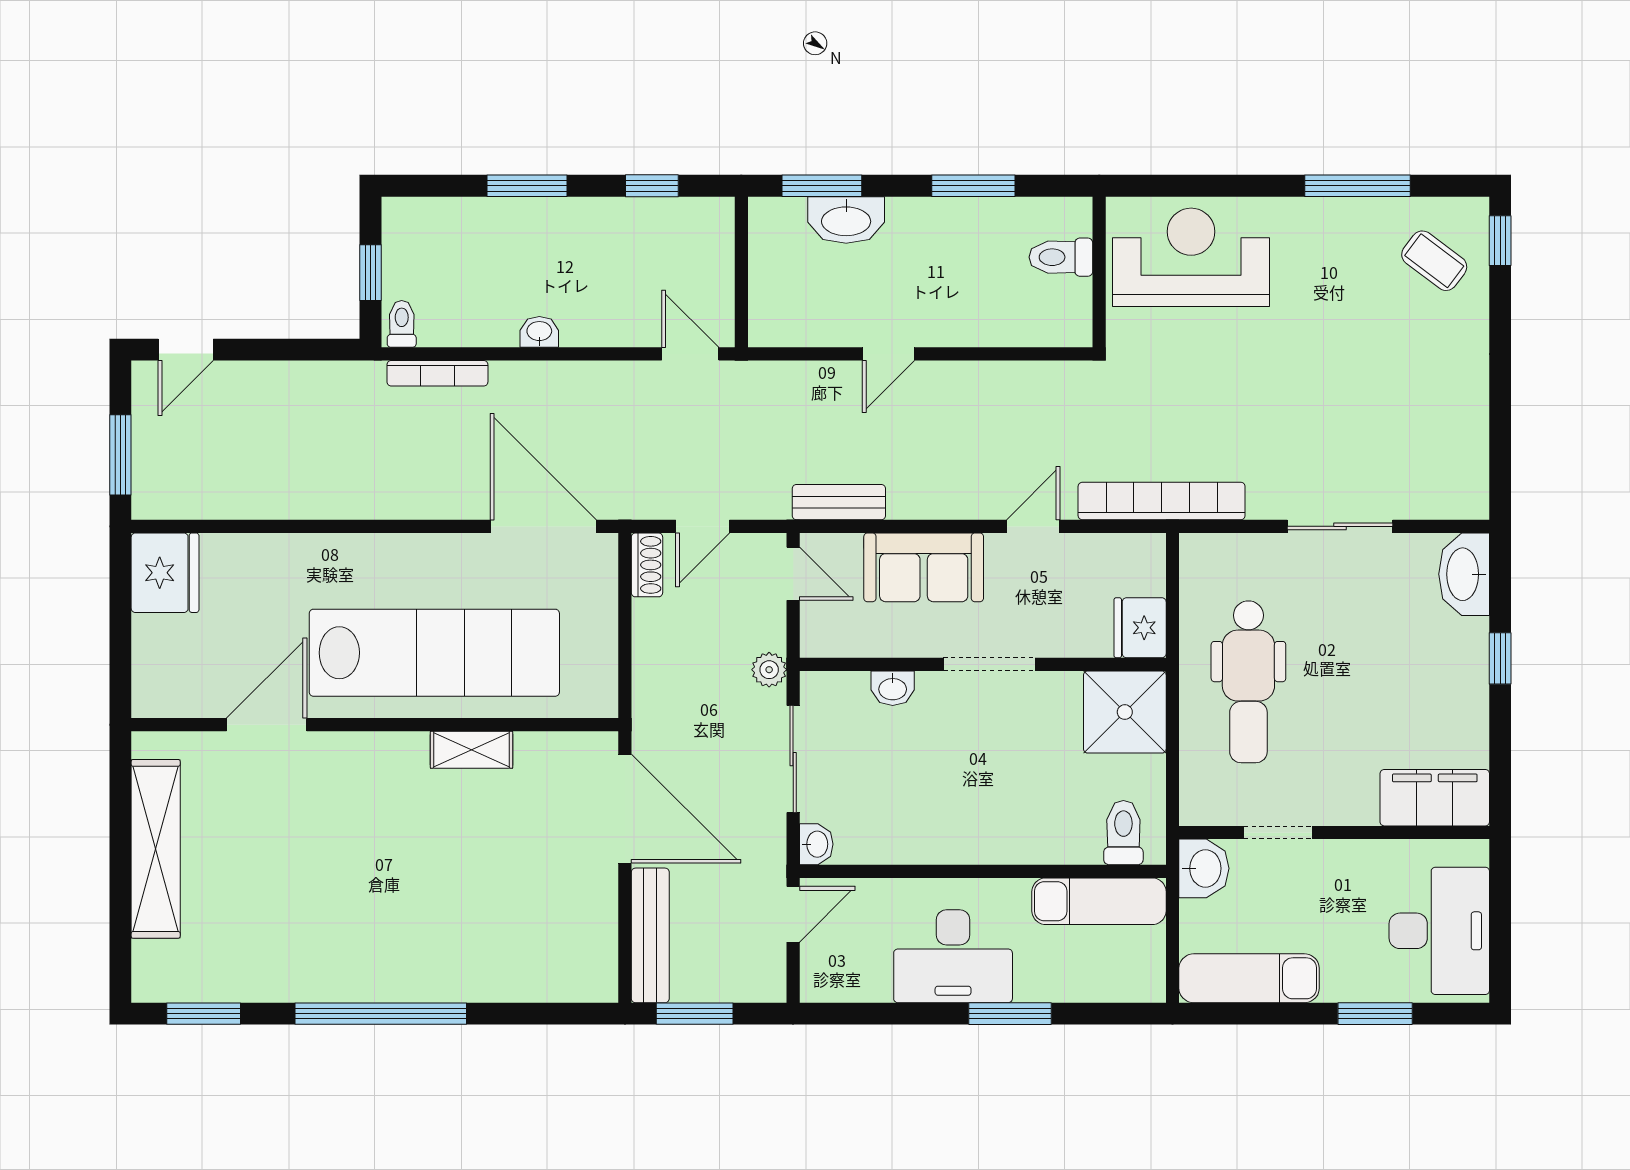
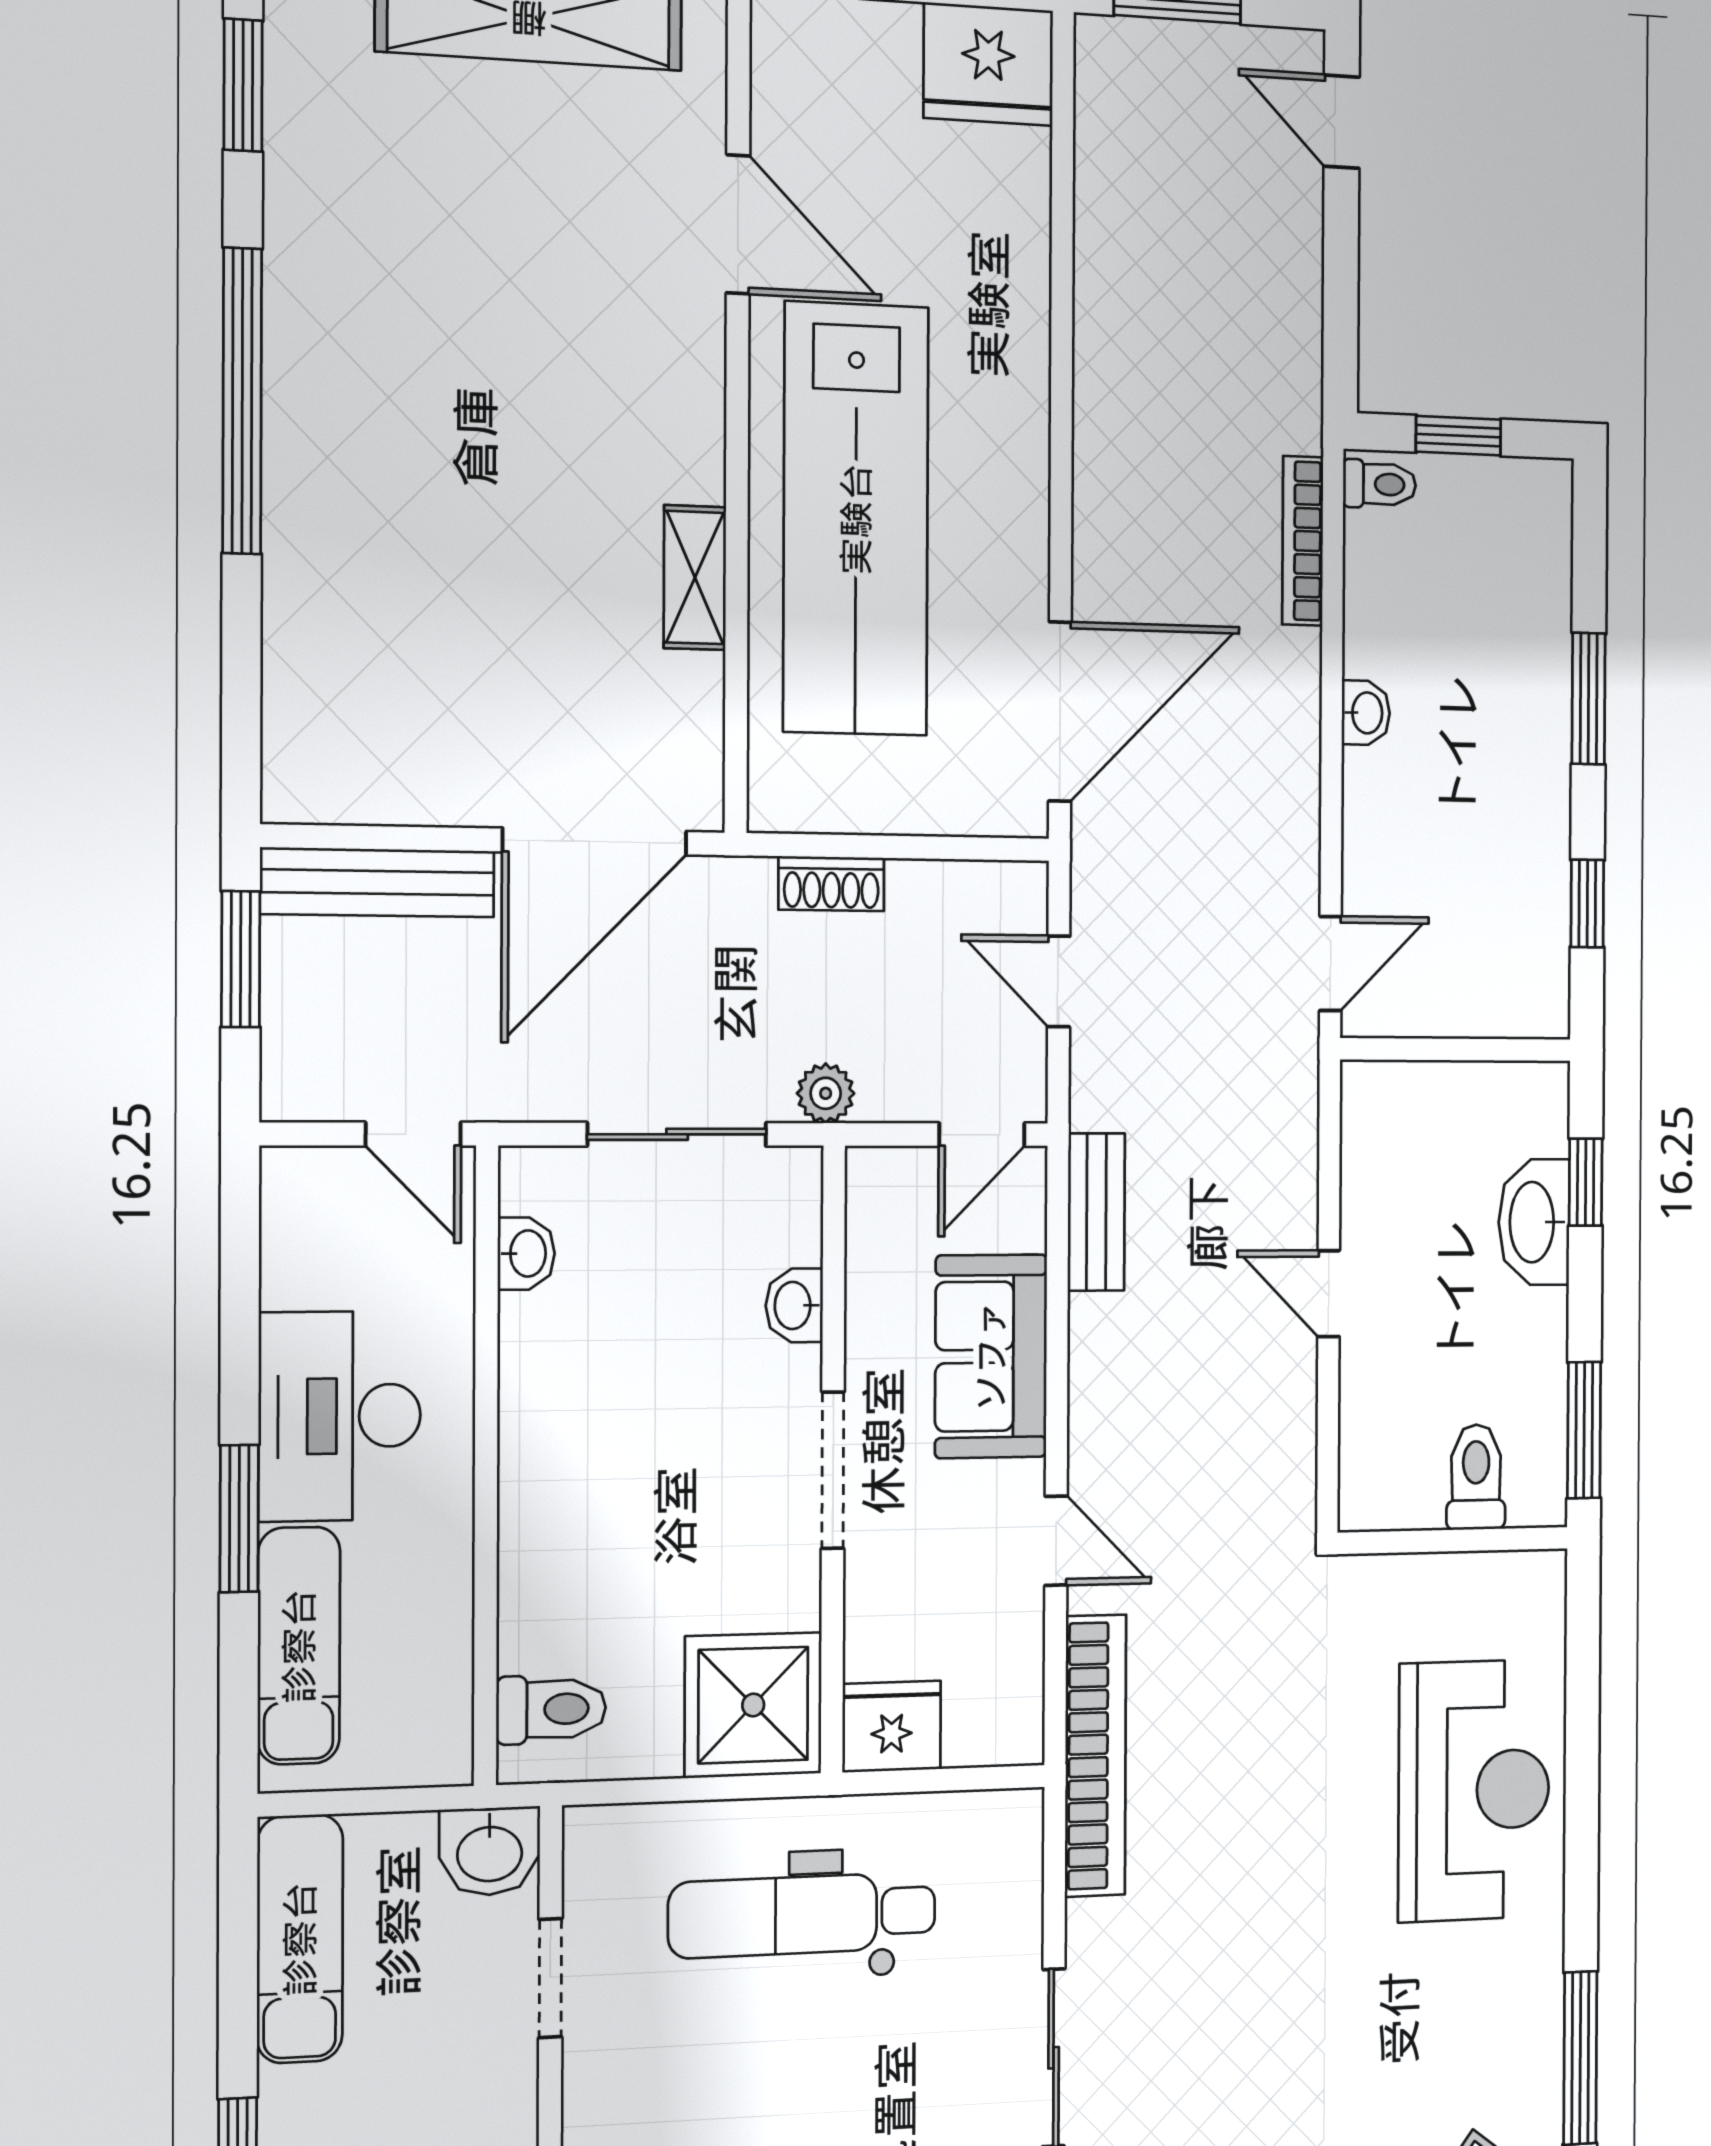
window: (822, 186) -> (1586, 1182), width x0.67
toilet: (1061, 257) -> (1476, 1477), moved
wall: (1099, 272) -> (1453, 1541), moved
shoe rack: (647, 565) -> (831, 884), moved
washbasin: (816, 844) -> (526, 1253), moved, turned -90
exam couch: (1099, 901) -> (299, 1646), moved, turned 180

